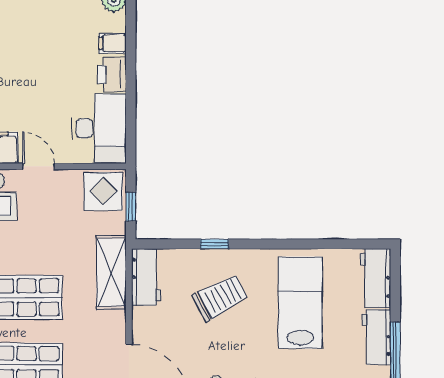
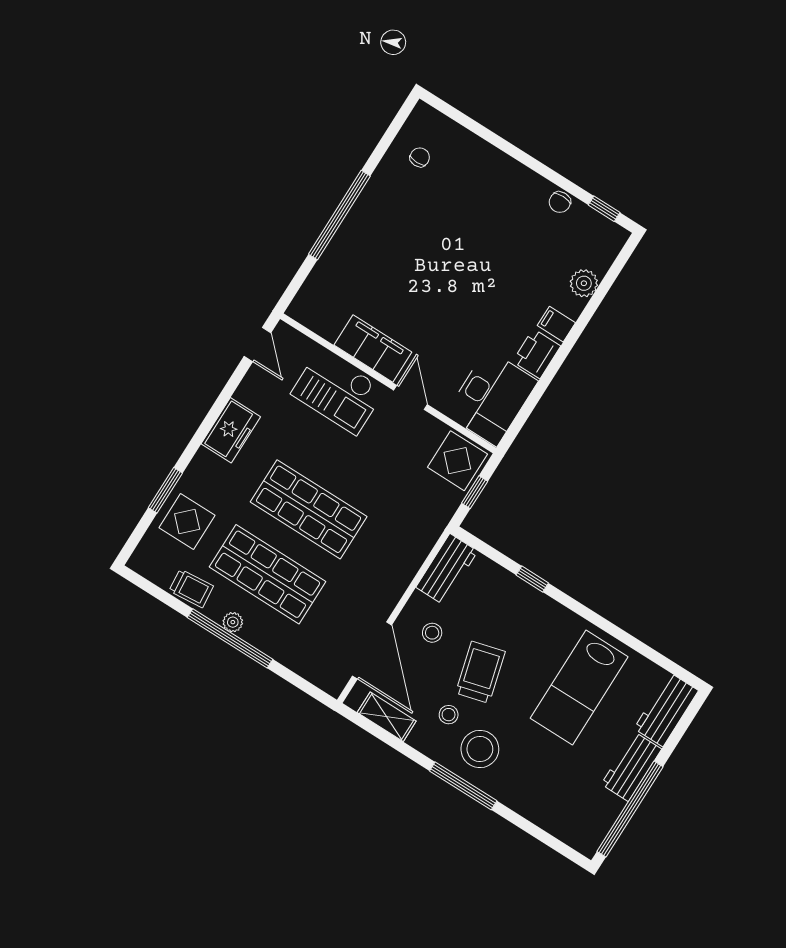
shelving: (111, 272) -> (416, 544), removed
trolley: (220, 297) -> (480, 672), moved, turned -77
lab bench: (300, 303) -> (579, 687), turned 180
stool: (165, 331) -> (432, 633), added

